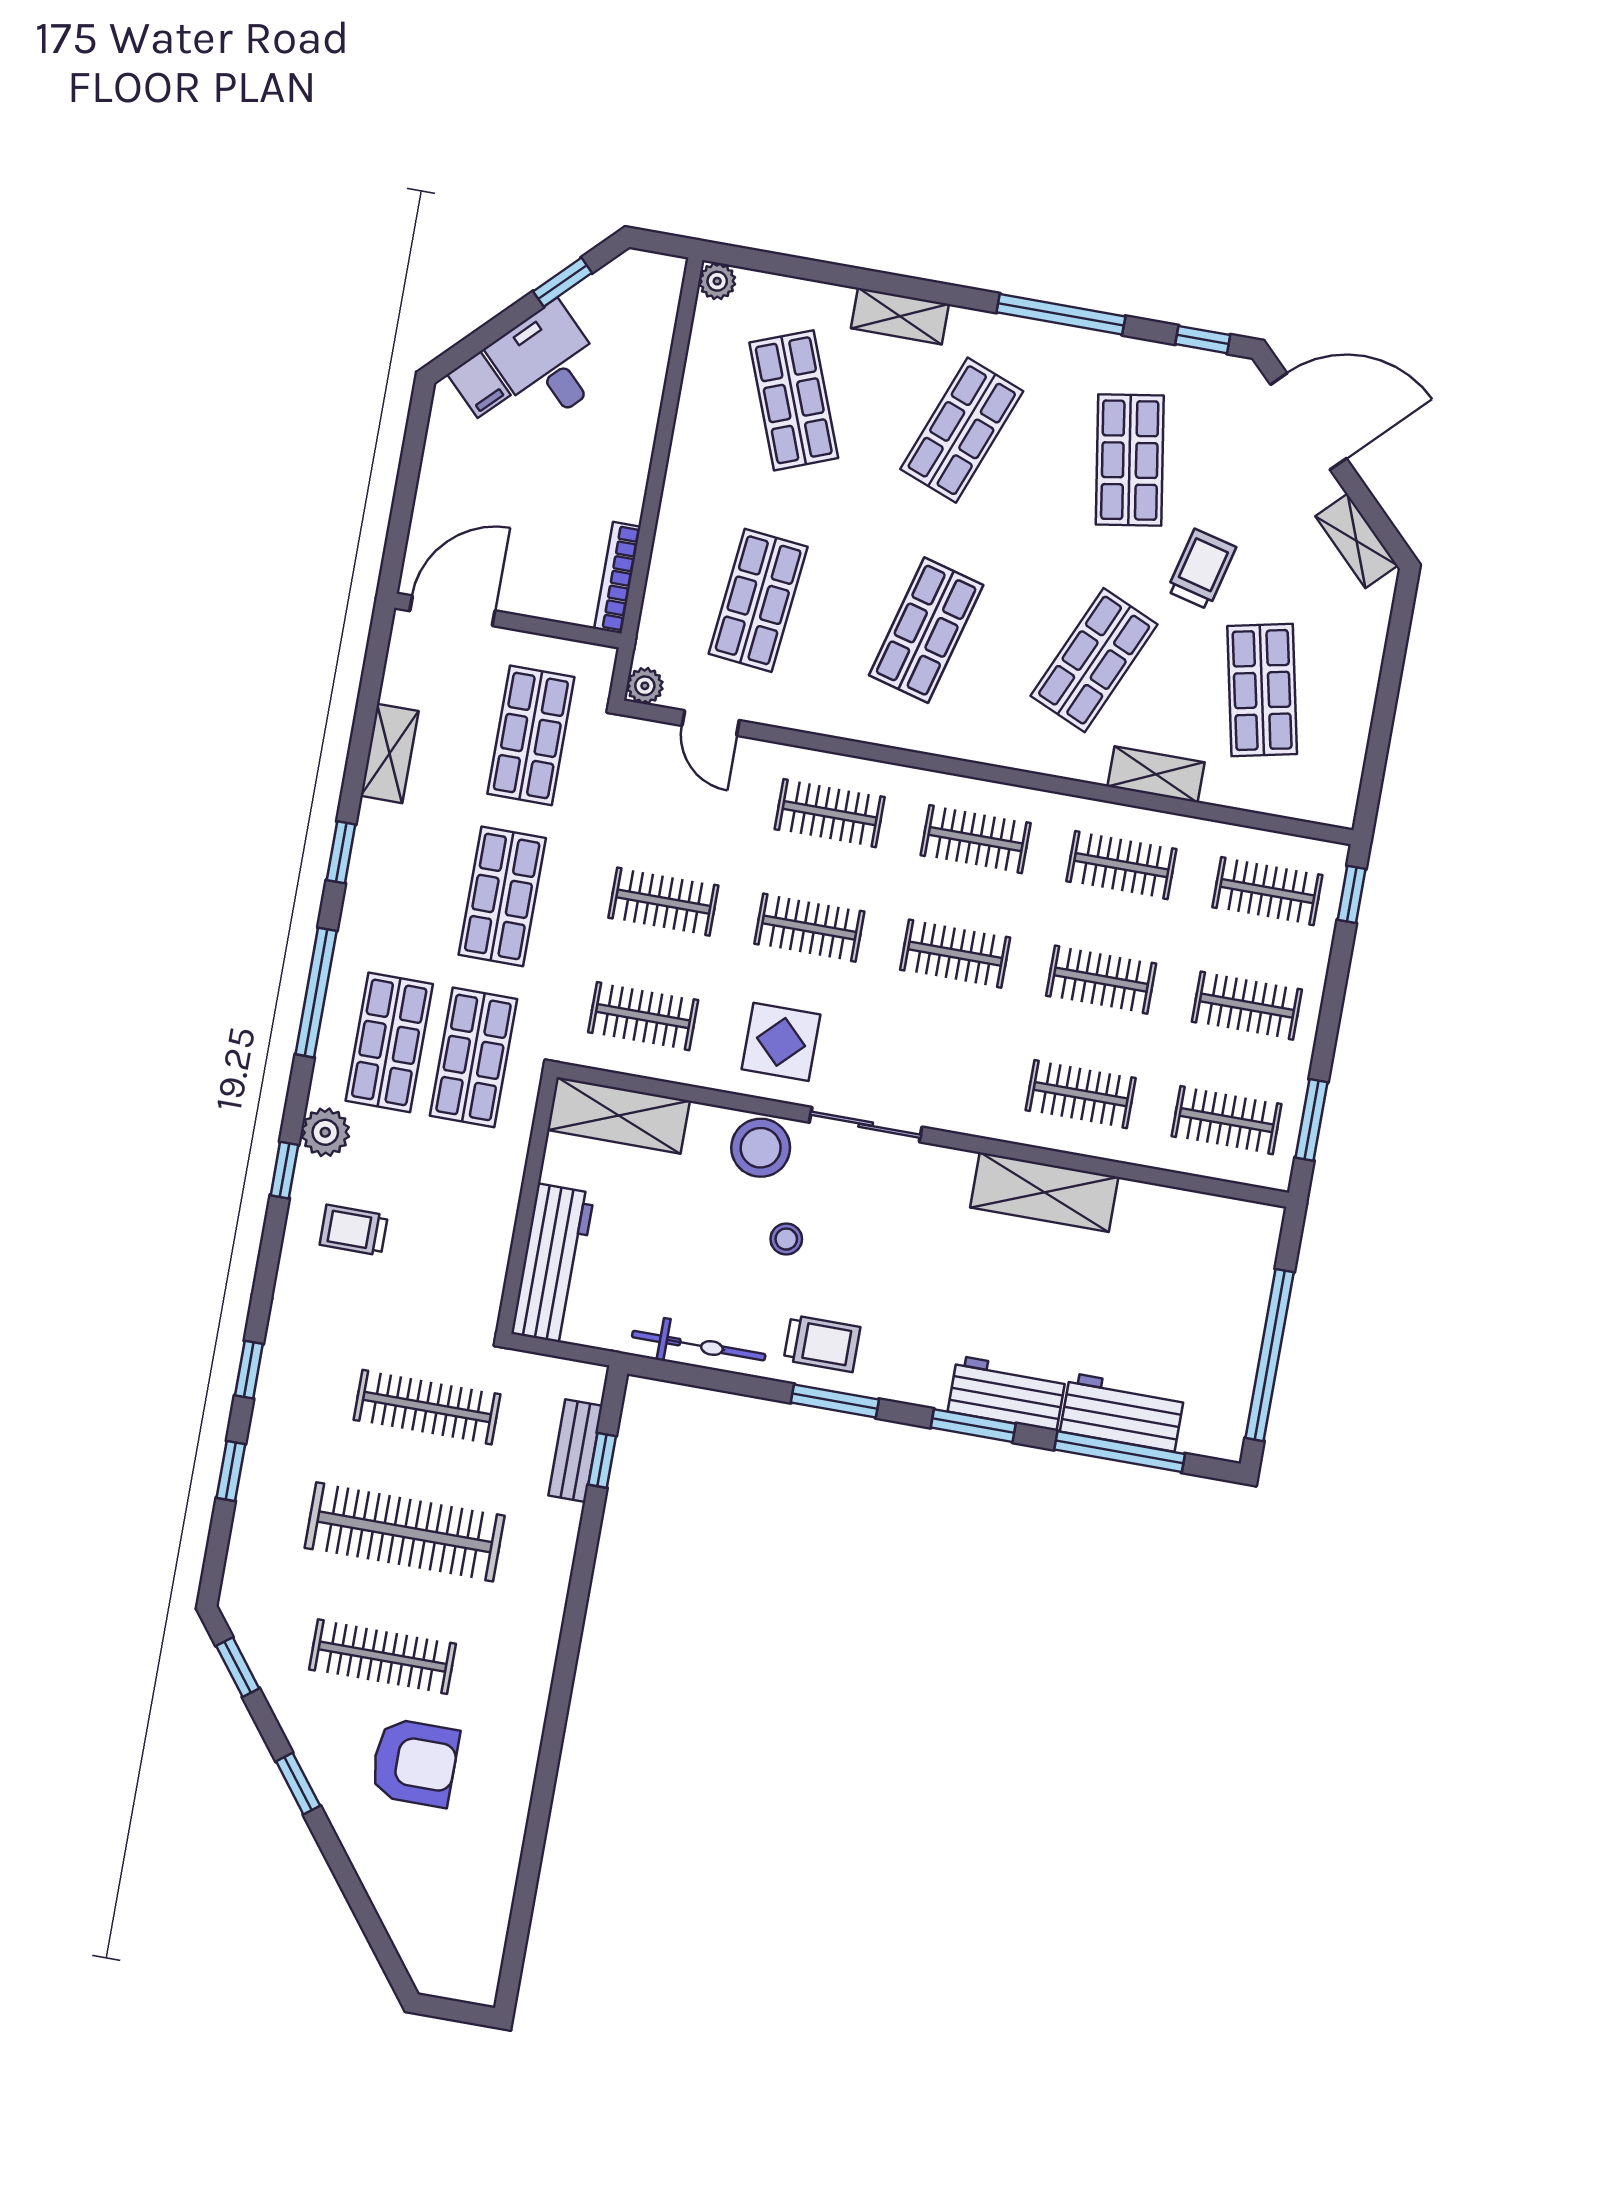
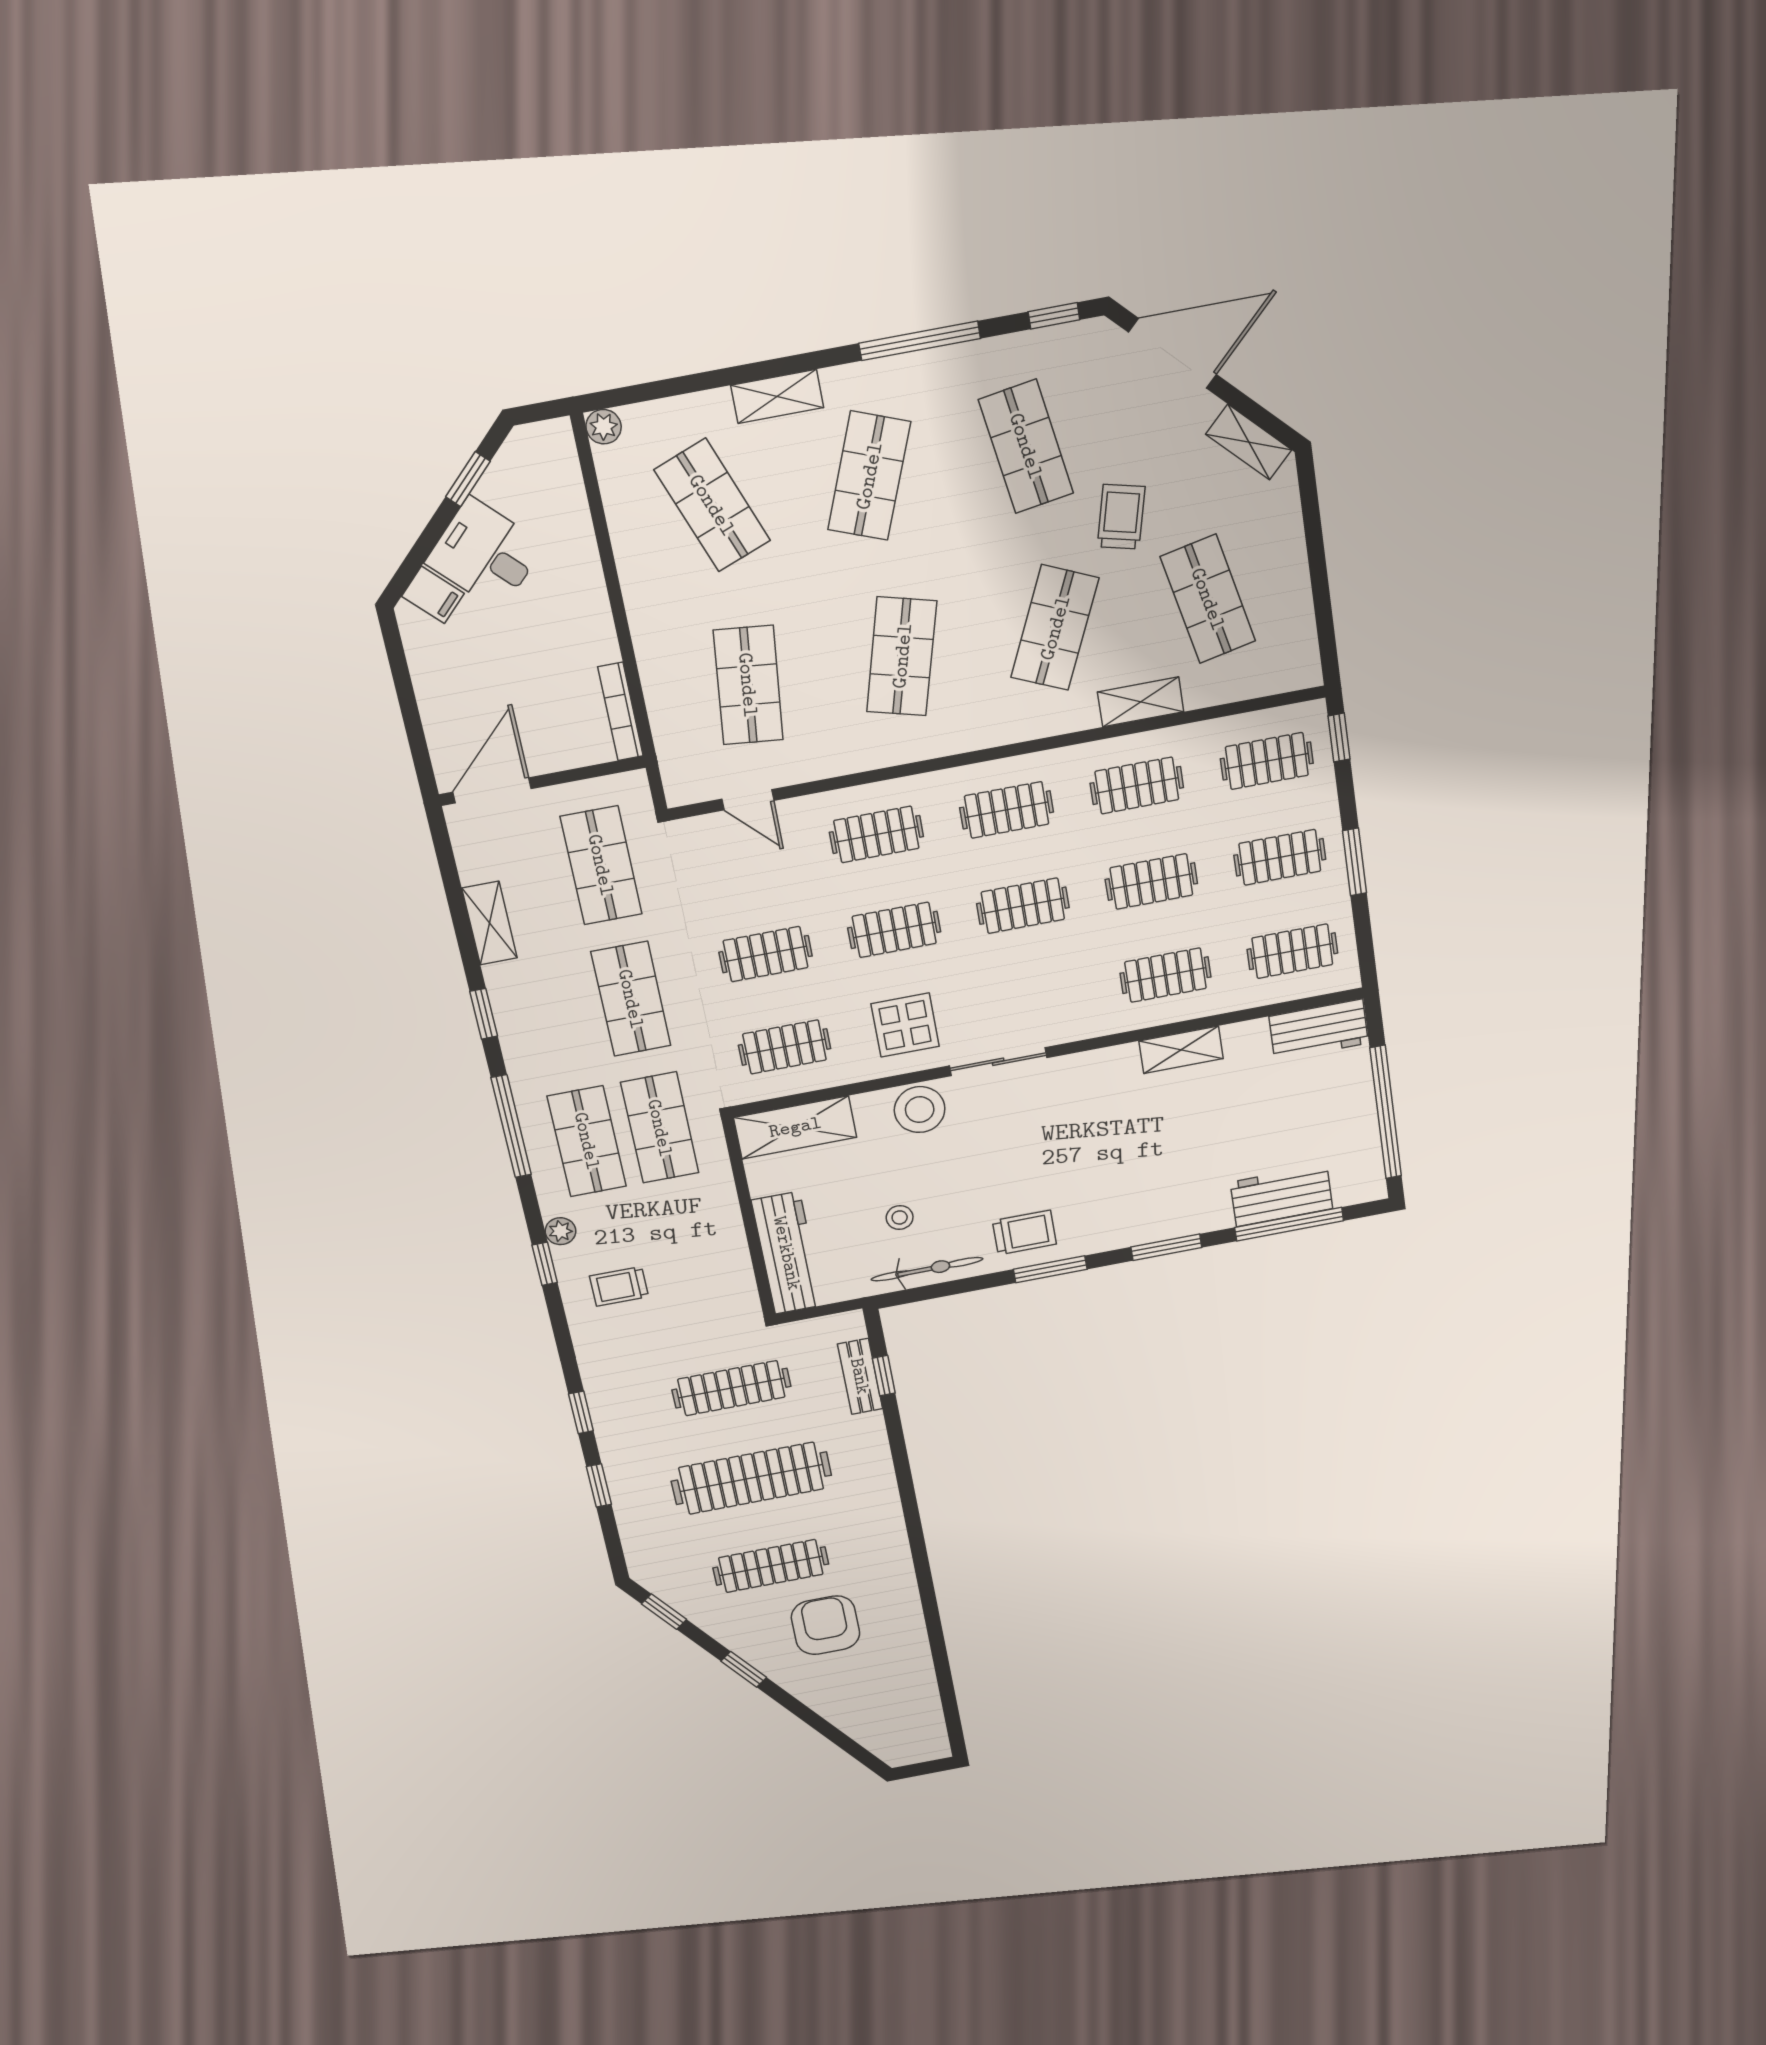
plant: (645, 686) -> (680, 790), removed
window: (1311, 1120) -> (1355, 862), moved
plant: (325, 1132) -> (561, 1231), width x0.73, depth x0.73
shelving: (1044, 1192) -> (1181, 1050), width x0.67, depth x0.75
stool: (786, 1239) -> (900, 1217), moved
workbench: (1007, 1393) -> (1319, 1030), moved, turned 180
armchair: (415, 1763) -> (826, 1625), turned -90

